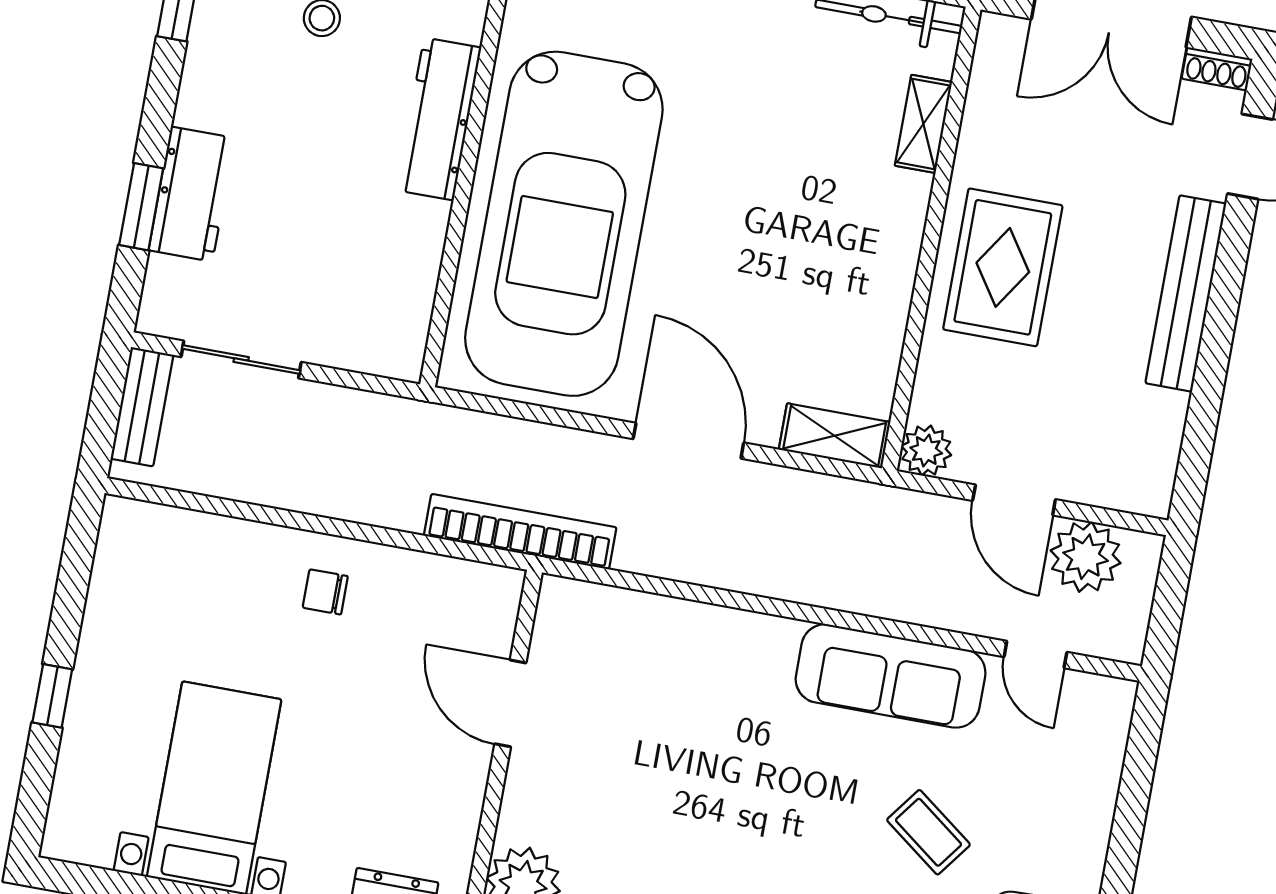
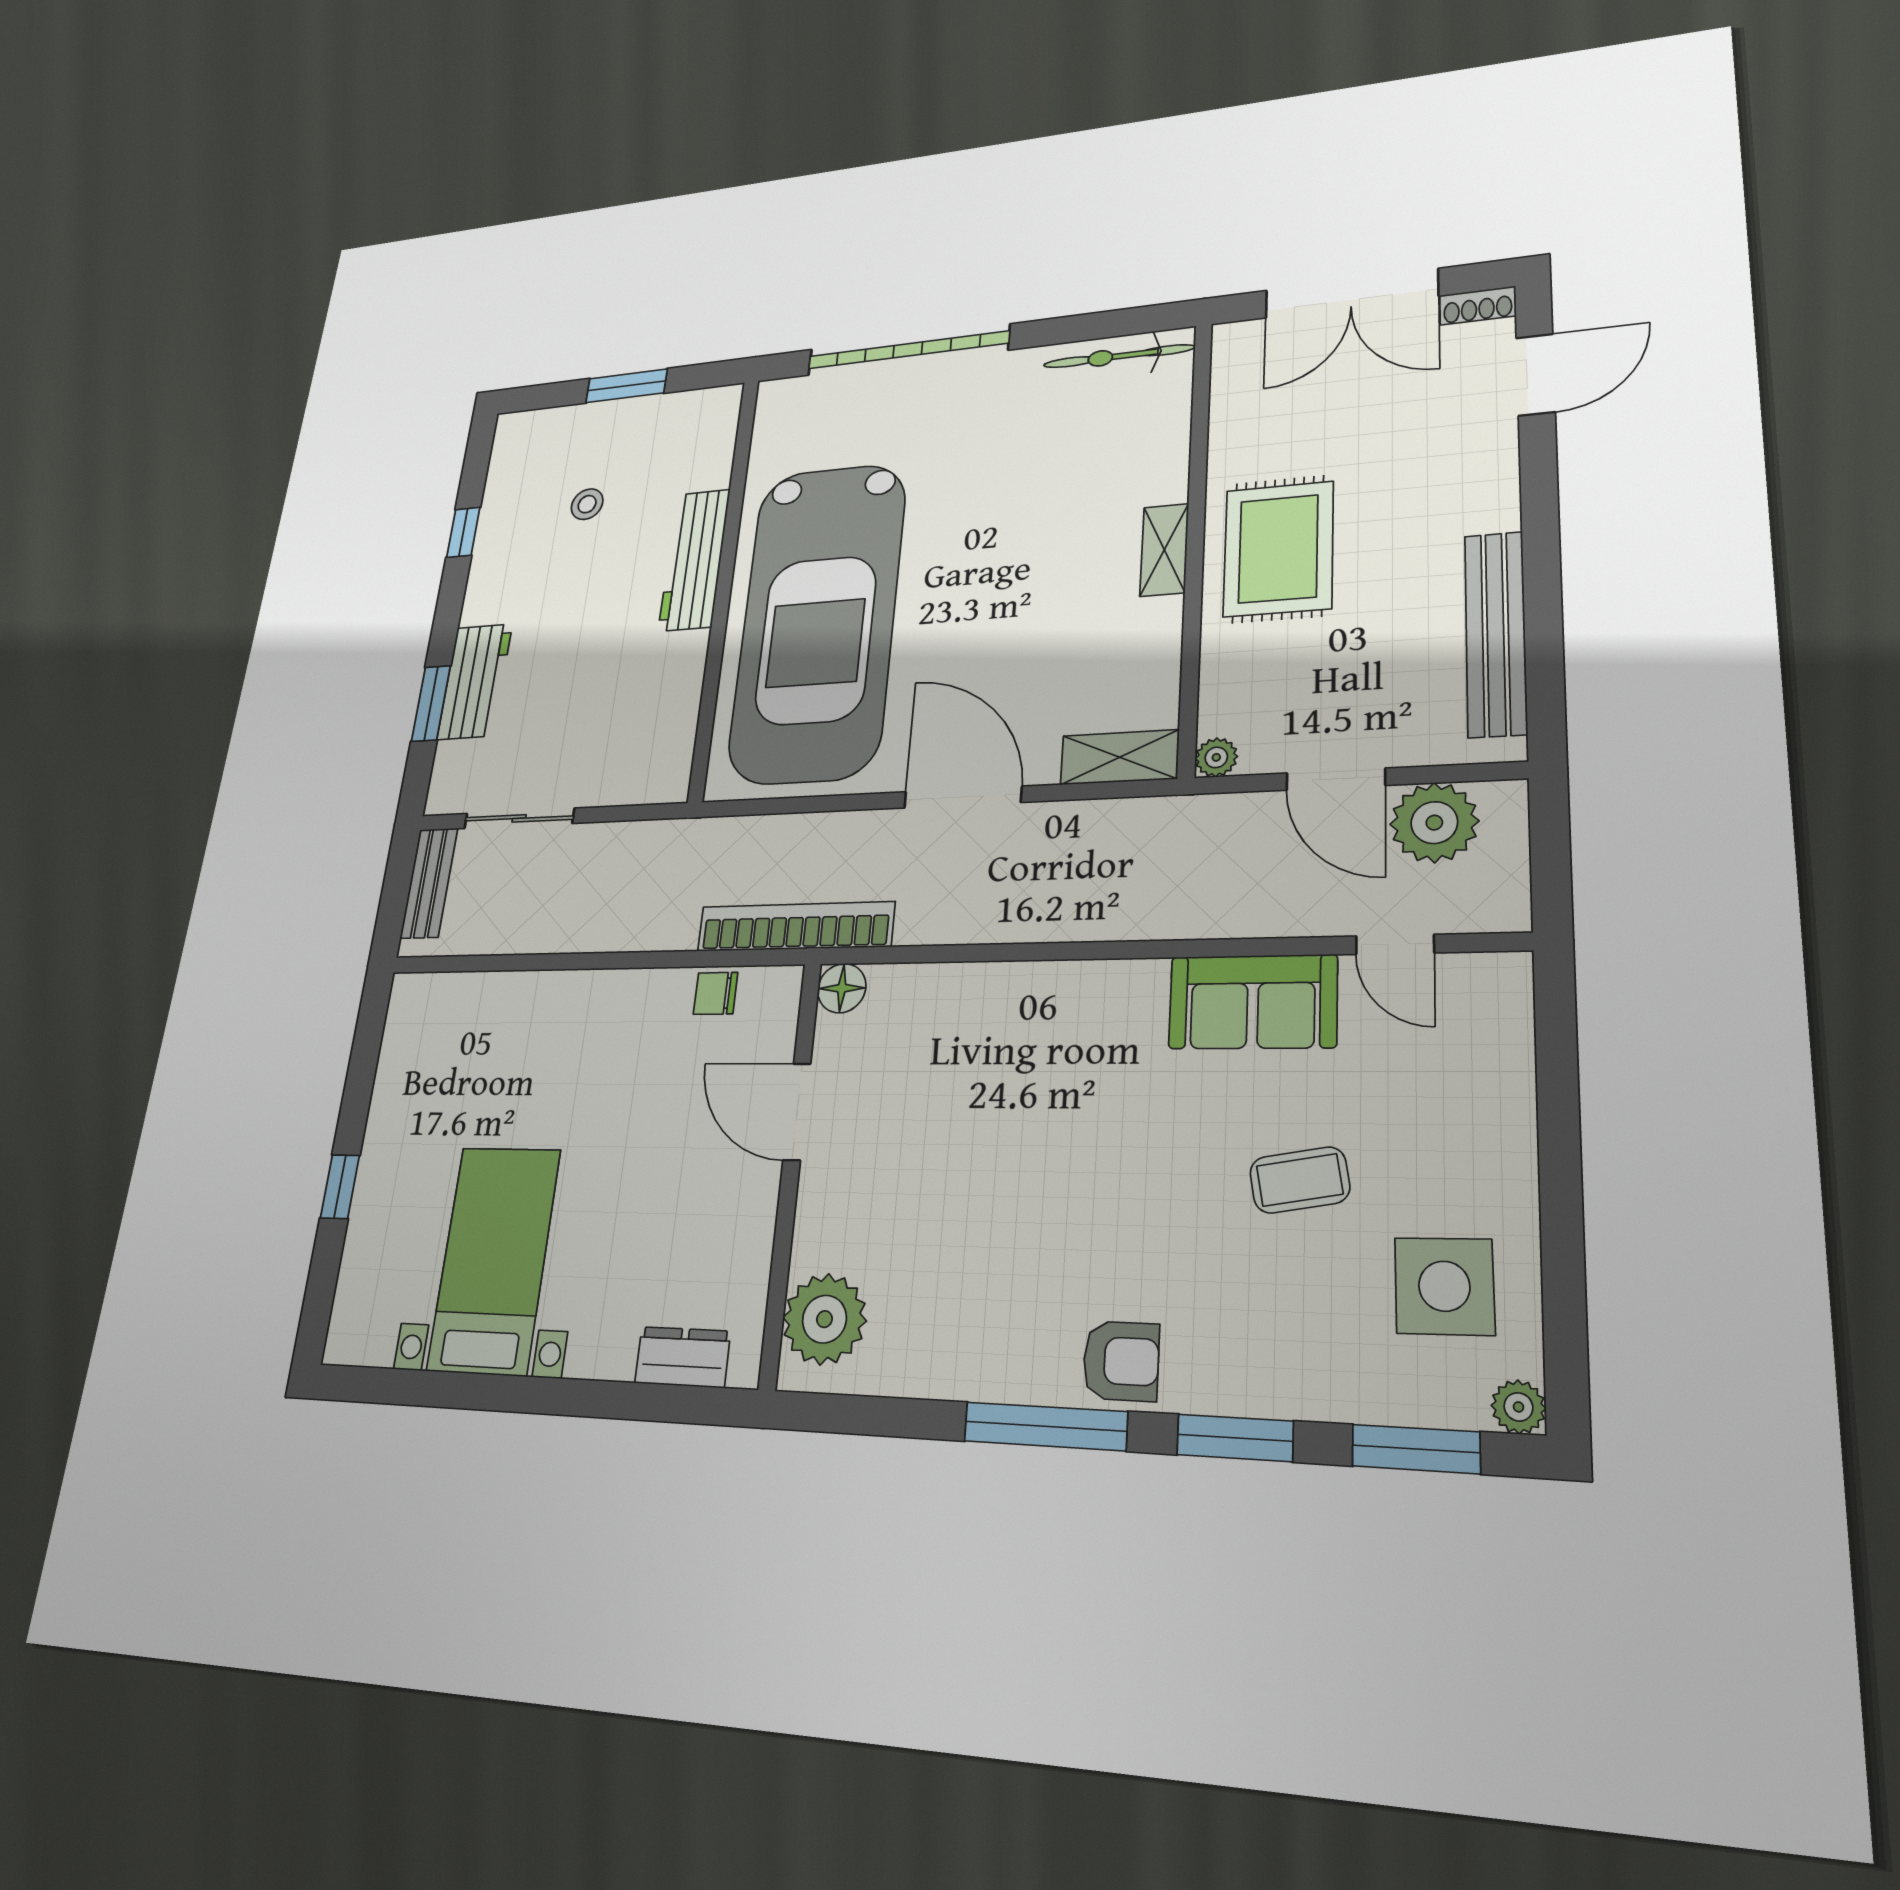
shelving: (923, 124) -> (1164, 550), moved
bench: (1186, 293) -> (1496, 633), moved
plant: (926, 451) -> (1216, 757), width x0.73, depth x0.73
chair: (325, 592) -> (716, 993), moved
floor lamp: (560, 599) -> (842, 988), added
sofa: (891, 676) -> (1253, 1002), width x0.73
coffee table: (928, 832) -> (1300, 1180), turned -47

